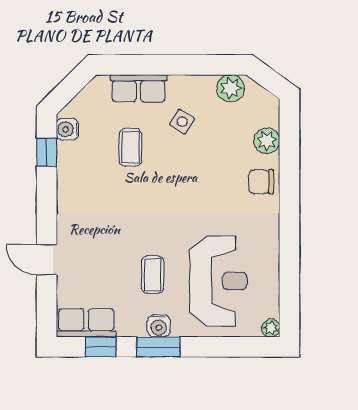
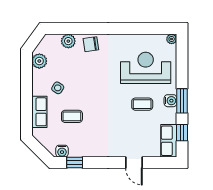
chair: (261, 182) -> (91, 44), turned 82
door: (47, 260) -> (134, 163), hinge flipped

